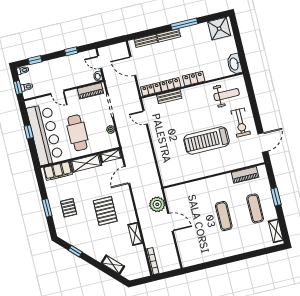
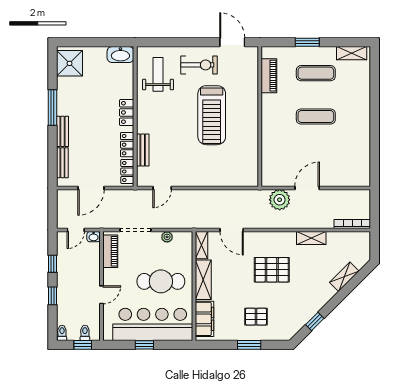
window: (35, 60) -> (52, 296), moved

